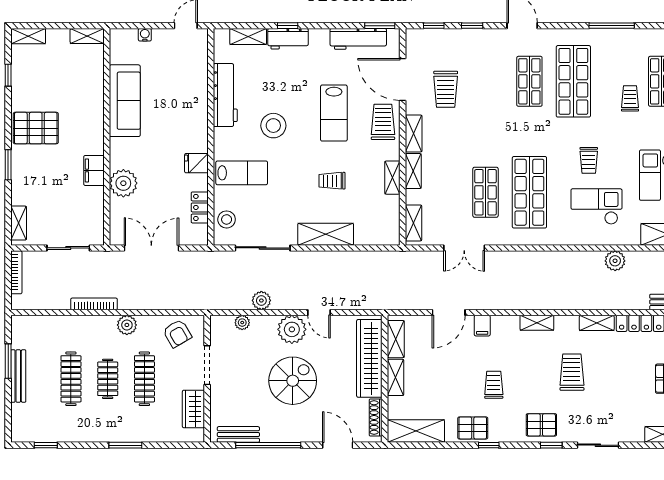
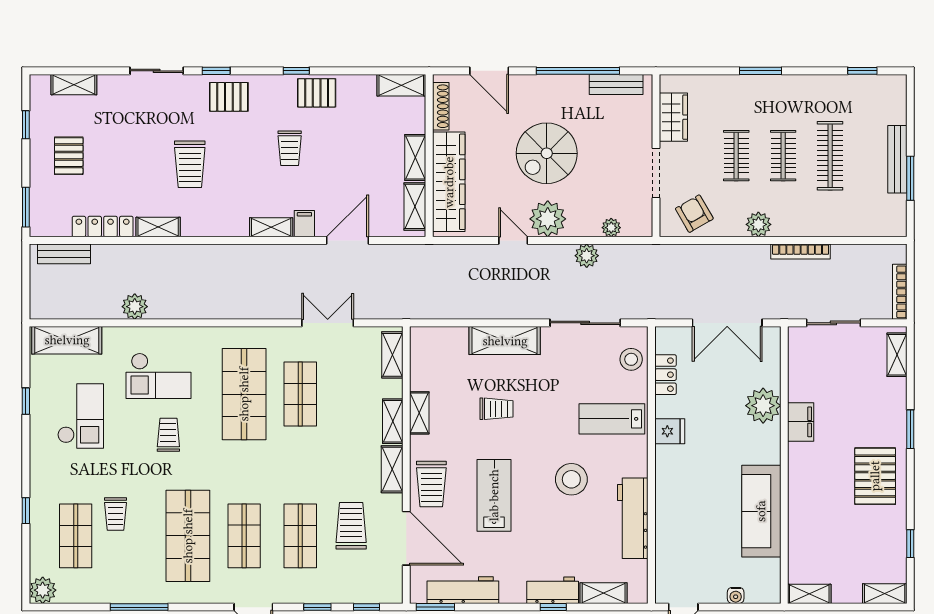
shop shelf: (486, 81) -> (300, 536), added
pallet: (36, 128) -> (875, 476), turned 90
shelving: (537, 323) -> (271, 227), moved
clothes rail: (144, 379) -> (736, 156), width x0.73
shelving: (416, 431) -> (401, 85), width x0.67, depth x0.75

